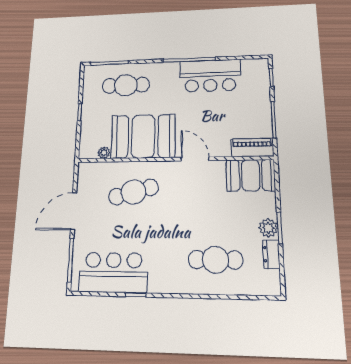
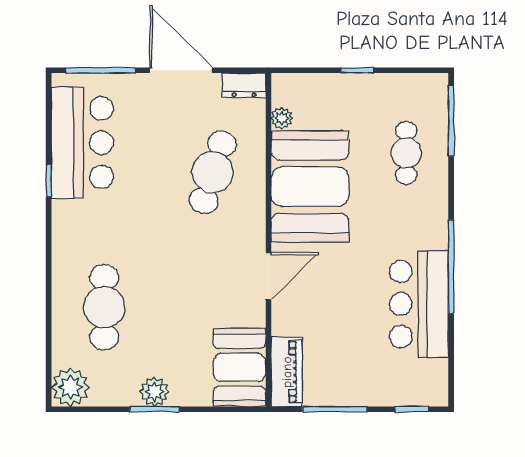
cafe table: (126, 85) -> (406, 153), width x0.73, depth x0.74
cafe table: (133, 192) -> (213, 172), turned 33
dresser: (271, 254) -> (244, 85), moved, turned 180
plant: (268, 283) -> (70, 387), added

